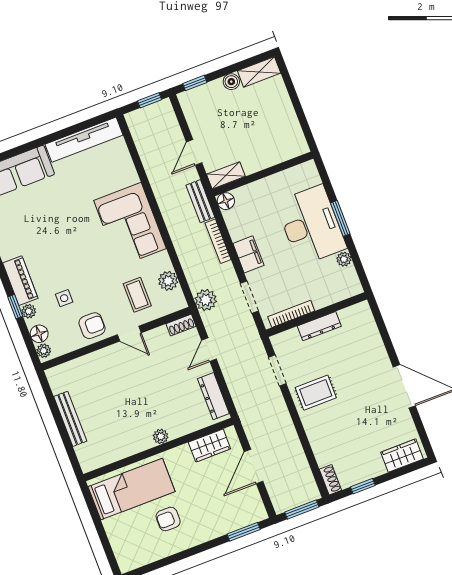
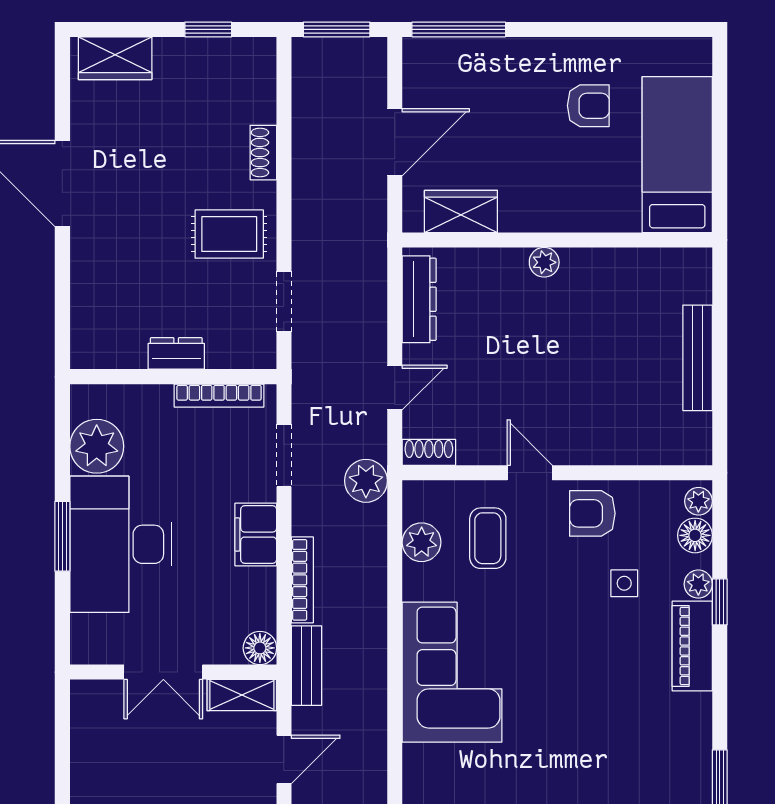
double door: (267, 172) -> (163, 672), added
plant: (344, 259) -> (97, 446), width x1.88, depth x1.88
dresser: (319, 326) -> (176, 353), width x0.70
shoe rack: (330, 480) -> (263, 153), moved
bed: (132, 489) -> (677, 155), moved, turned 90
window: (244, 532) -> (459, 29), width x1.44

